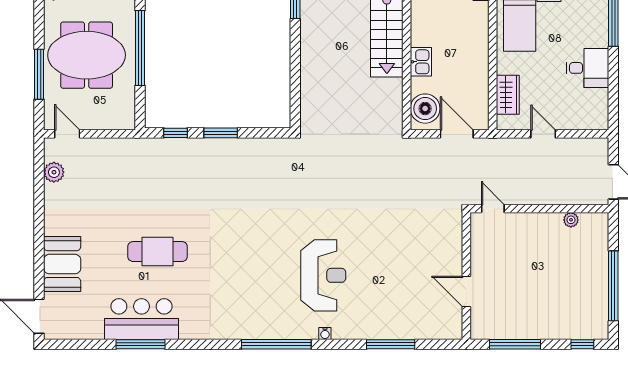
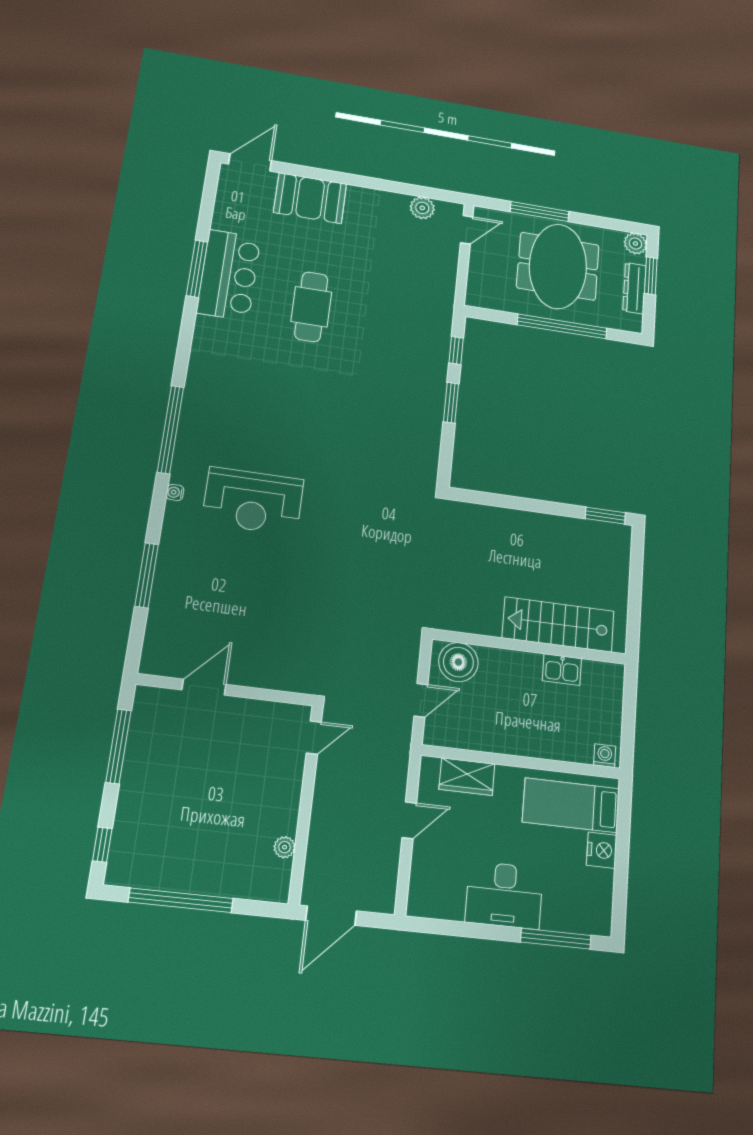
kitchen sink: (421, 62) -> (562, 670), moved
desk: (587, 68) -> (504, 895), width x1.37
door: (457, 134) -> (421, 700), width x0.73

